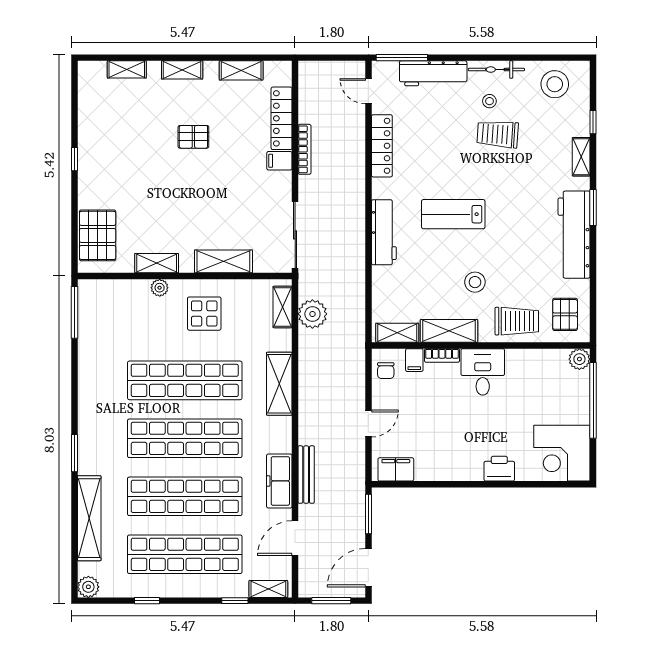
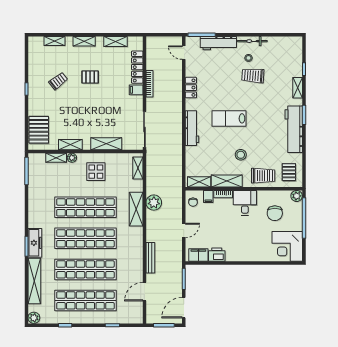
stool: (555, 84) -> (283, 49), removed
trolley: (134, 144) -> (58, 81), added
locker: (382, 146) -> (191, 88), width x0.66
plant: (312, 314) -> (154, 203), moved
chair: (539, 391) -> (275, 213), added
printer: (499, 469) -> (217, 255), moved
freezer: (279, 481) -> (35, 243), moved, turned 180
shelving: (268, 589) -> (56, 158), moved

